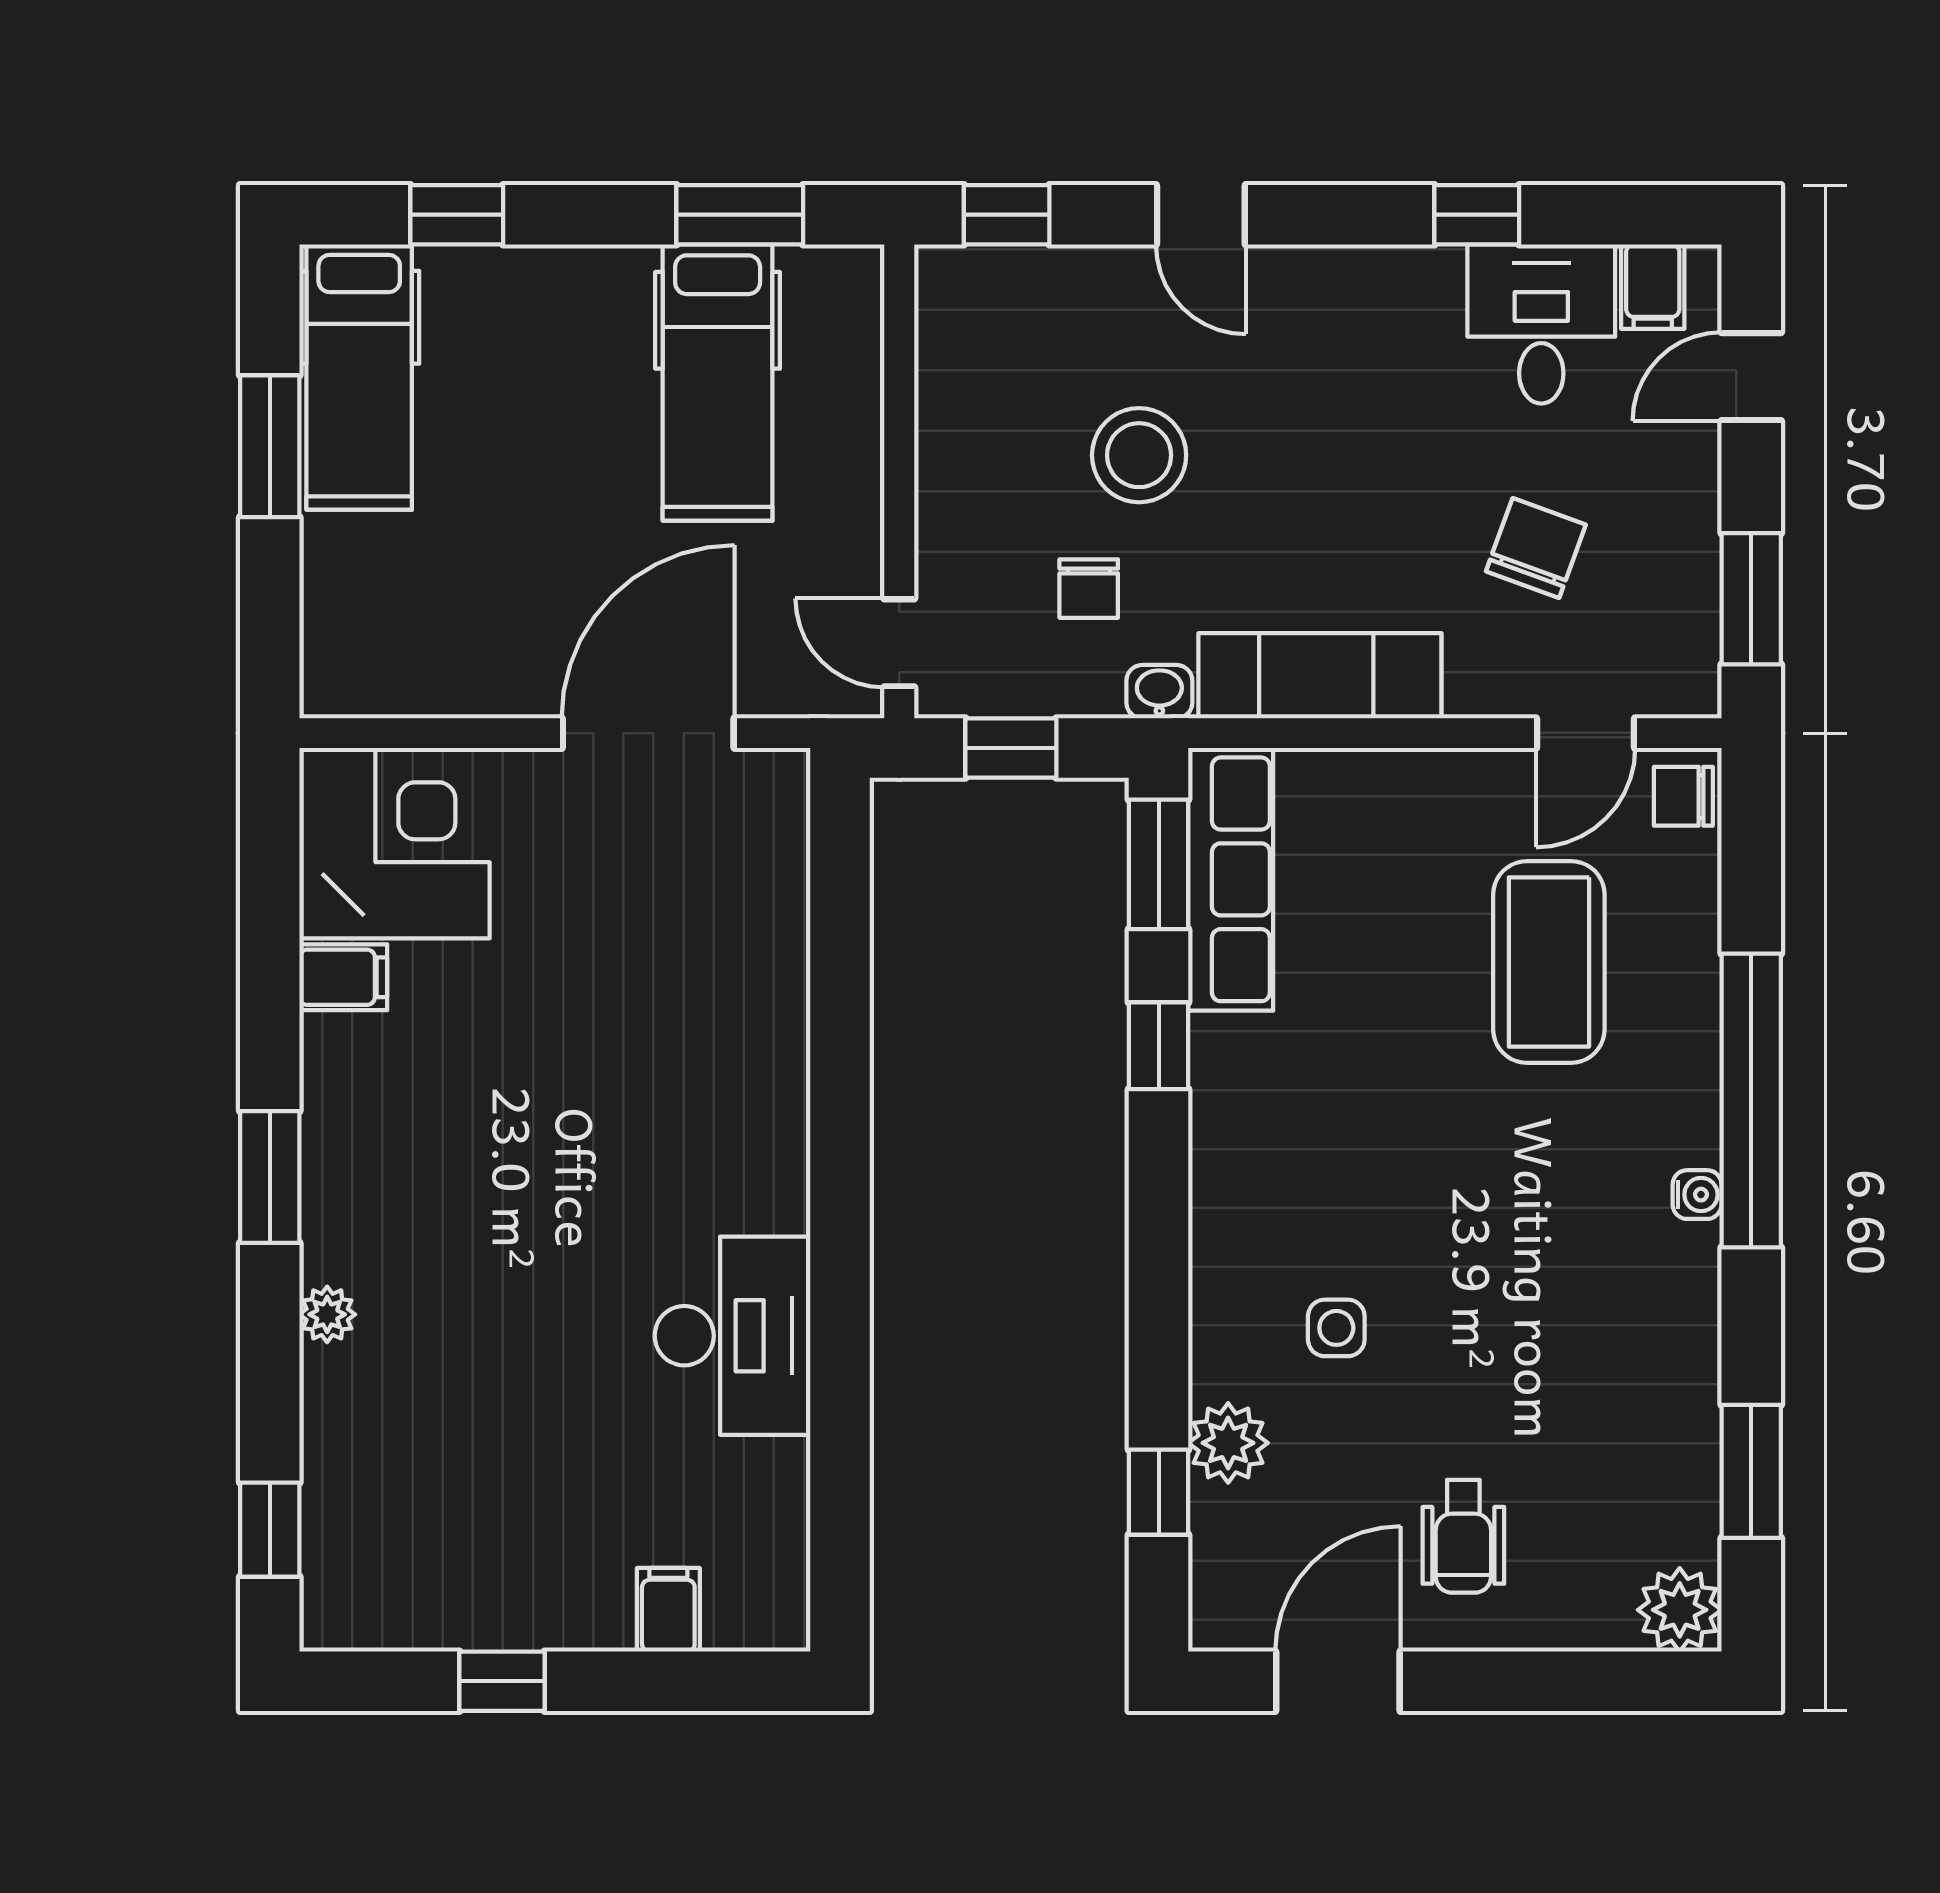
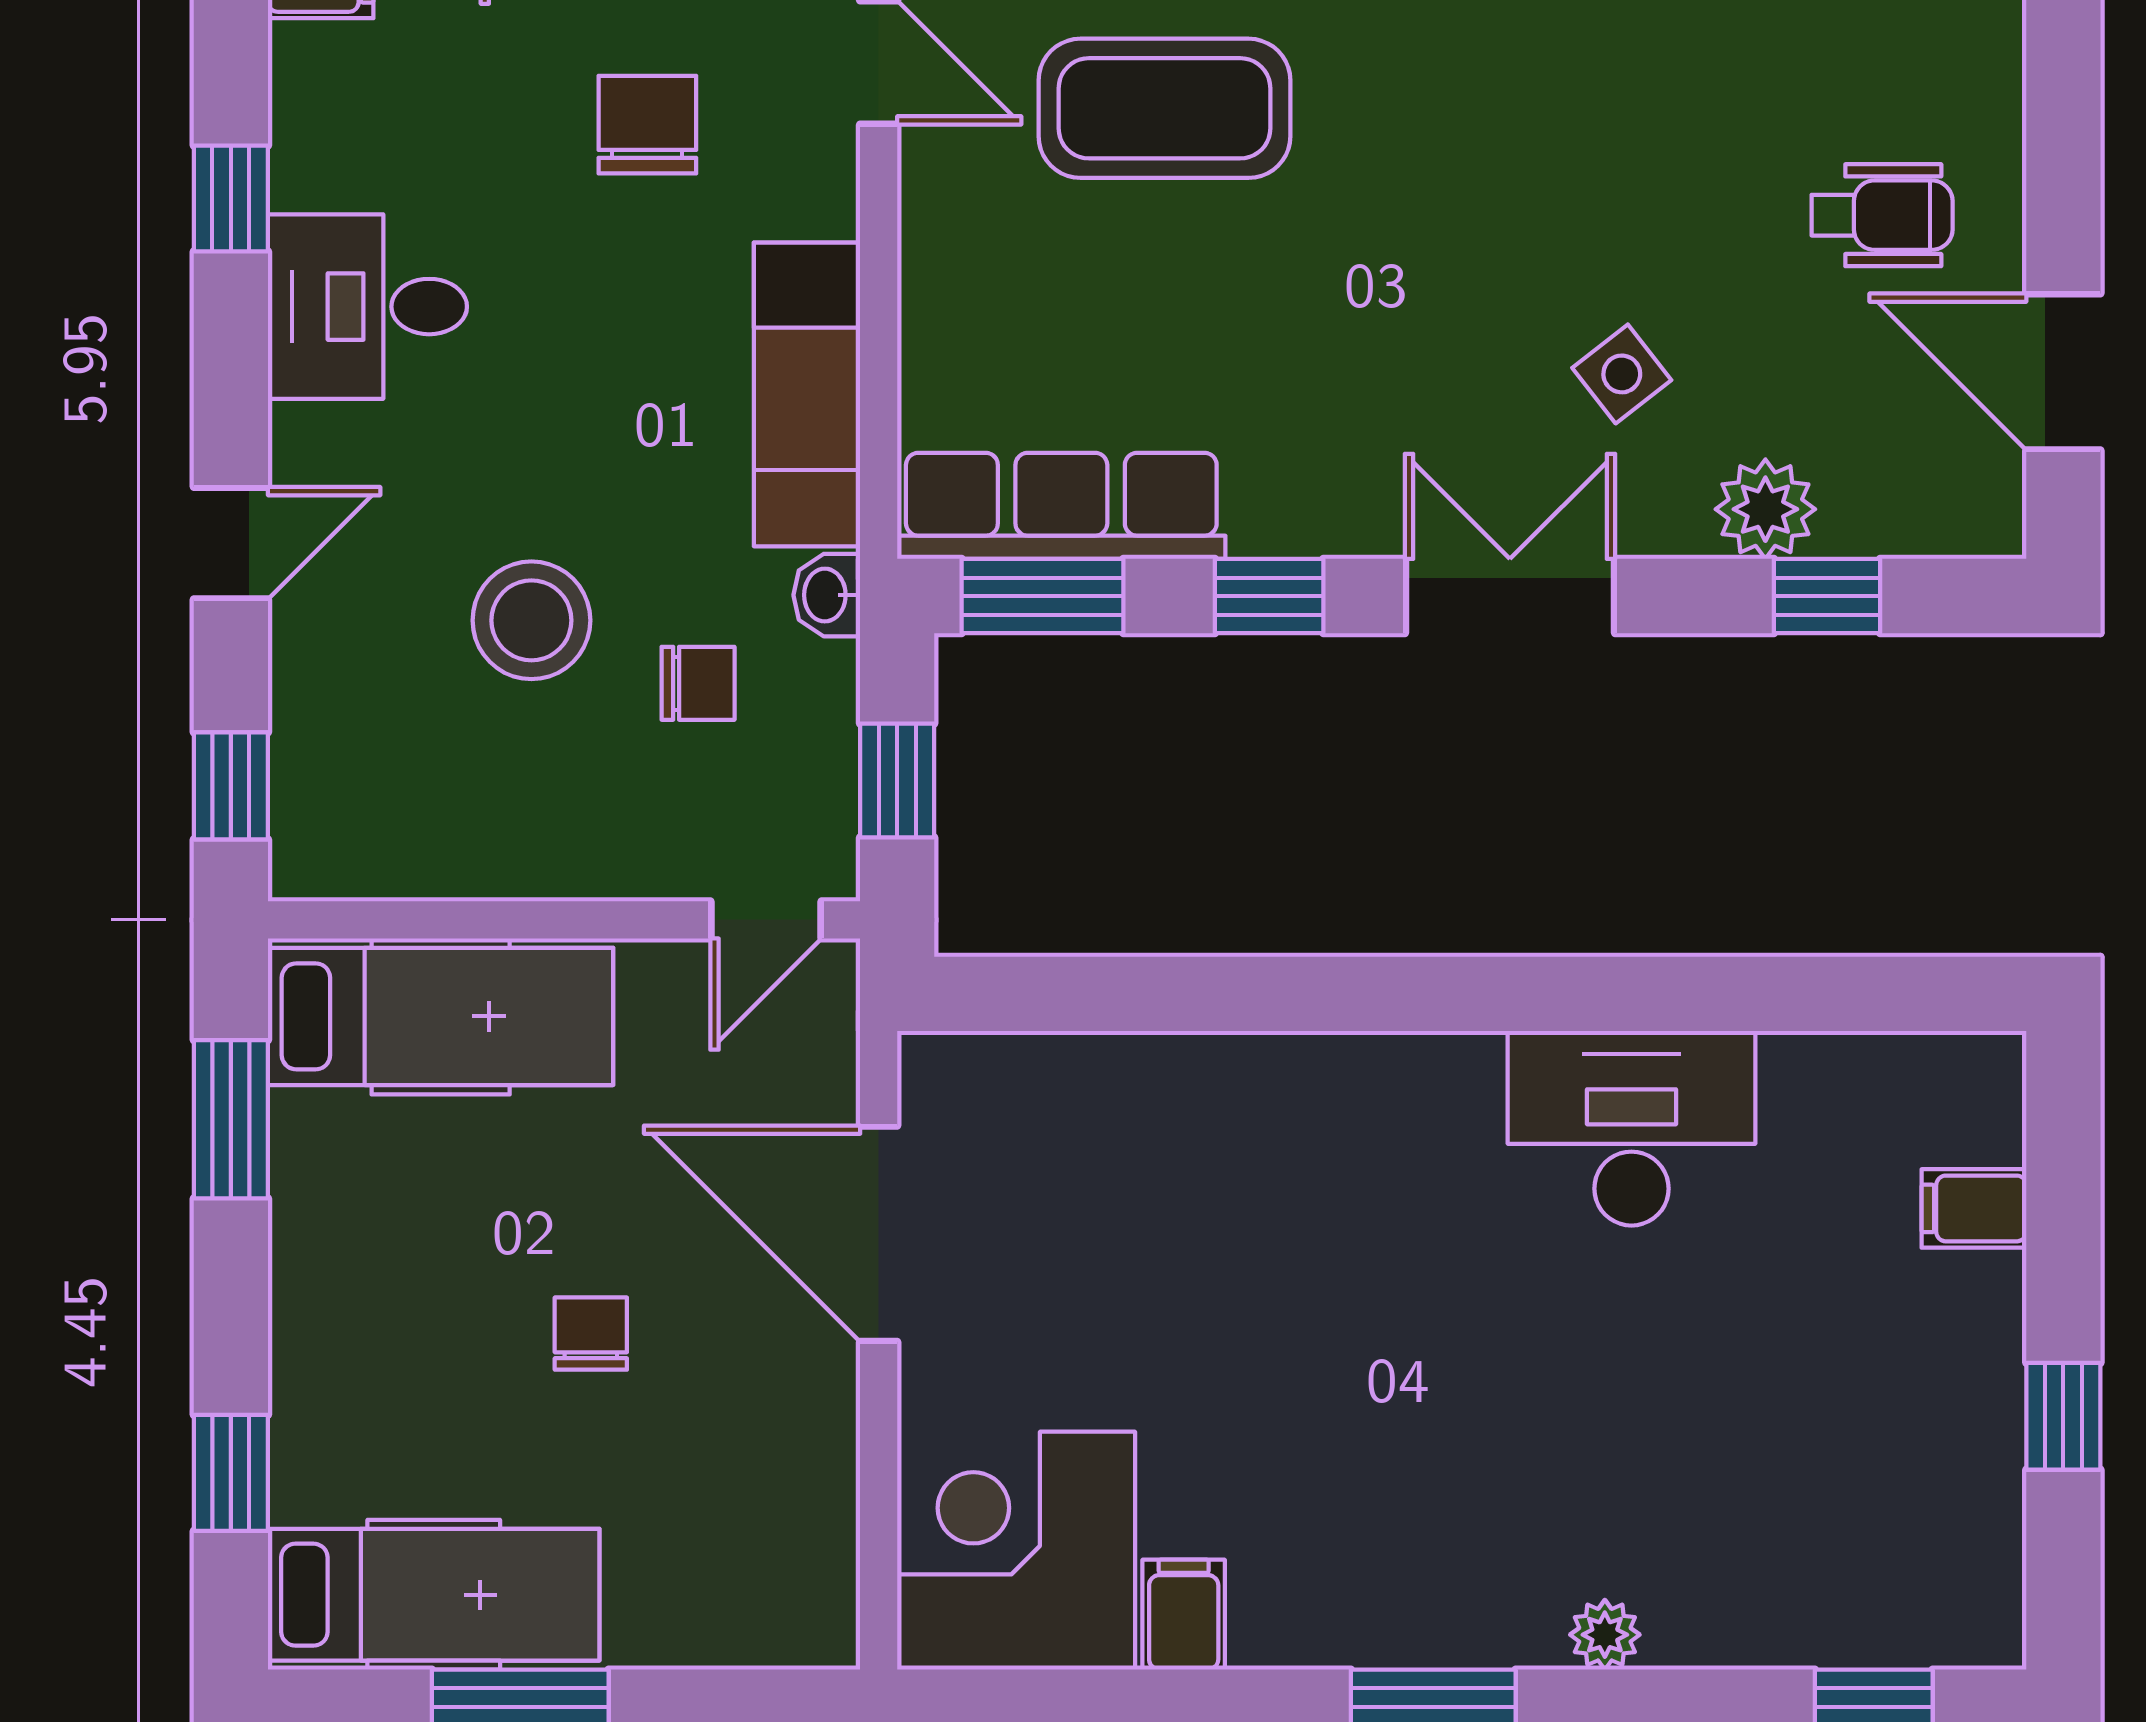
desk: (1541, 324) -> (367, 307), moved
hospital bed: (718, 382) -> (441, 1016), moved
chair: (568, 503) -> (591, 1334), added
chair: (1536, 548) -> (647, 125), turned 70
double door: (1159, 1238) -> (1510, 596), added
side table: (1336, 1328) -> (1622, 374), turned -38

